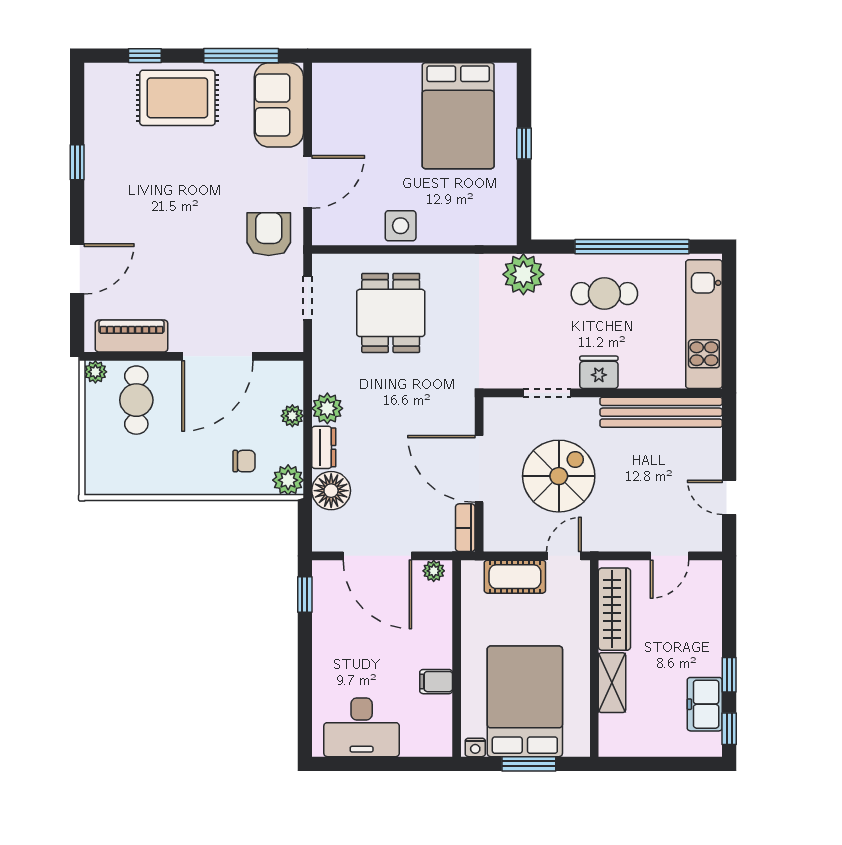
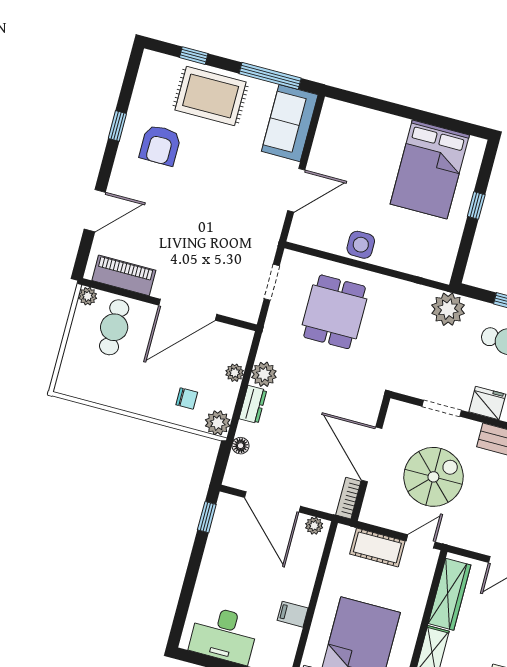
armchair: (269, 234) -> (160, 145), moved, turned 180
floor lamp: (331, 491) -> (241, 446), width x0.53, depth x0.53

